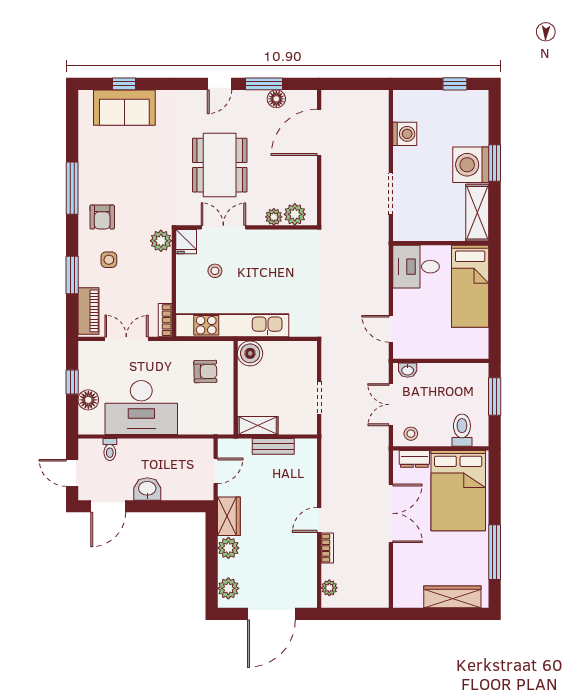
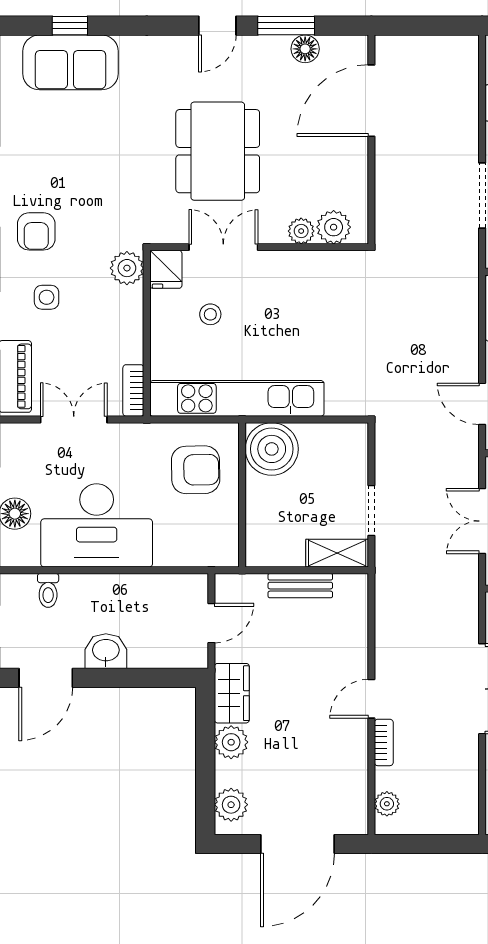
boiler: (250, 353) -> (272, 449), width x1.37, depth x1.37
armchair: (205, 371) -> (196, 470), width x1.38, depth x1.38
shelving: (258, 425) -> (337, 553), moved

